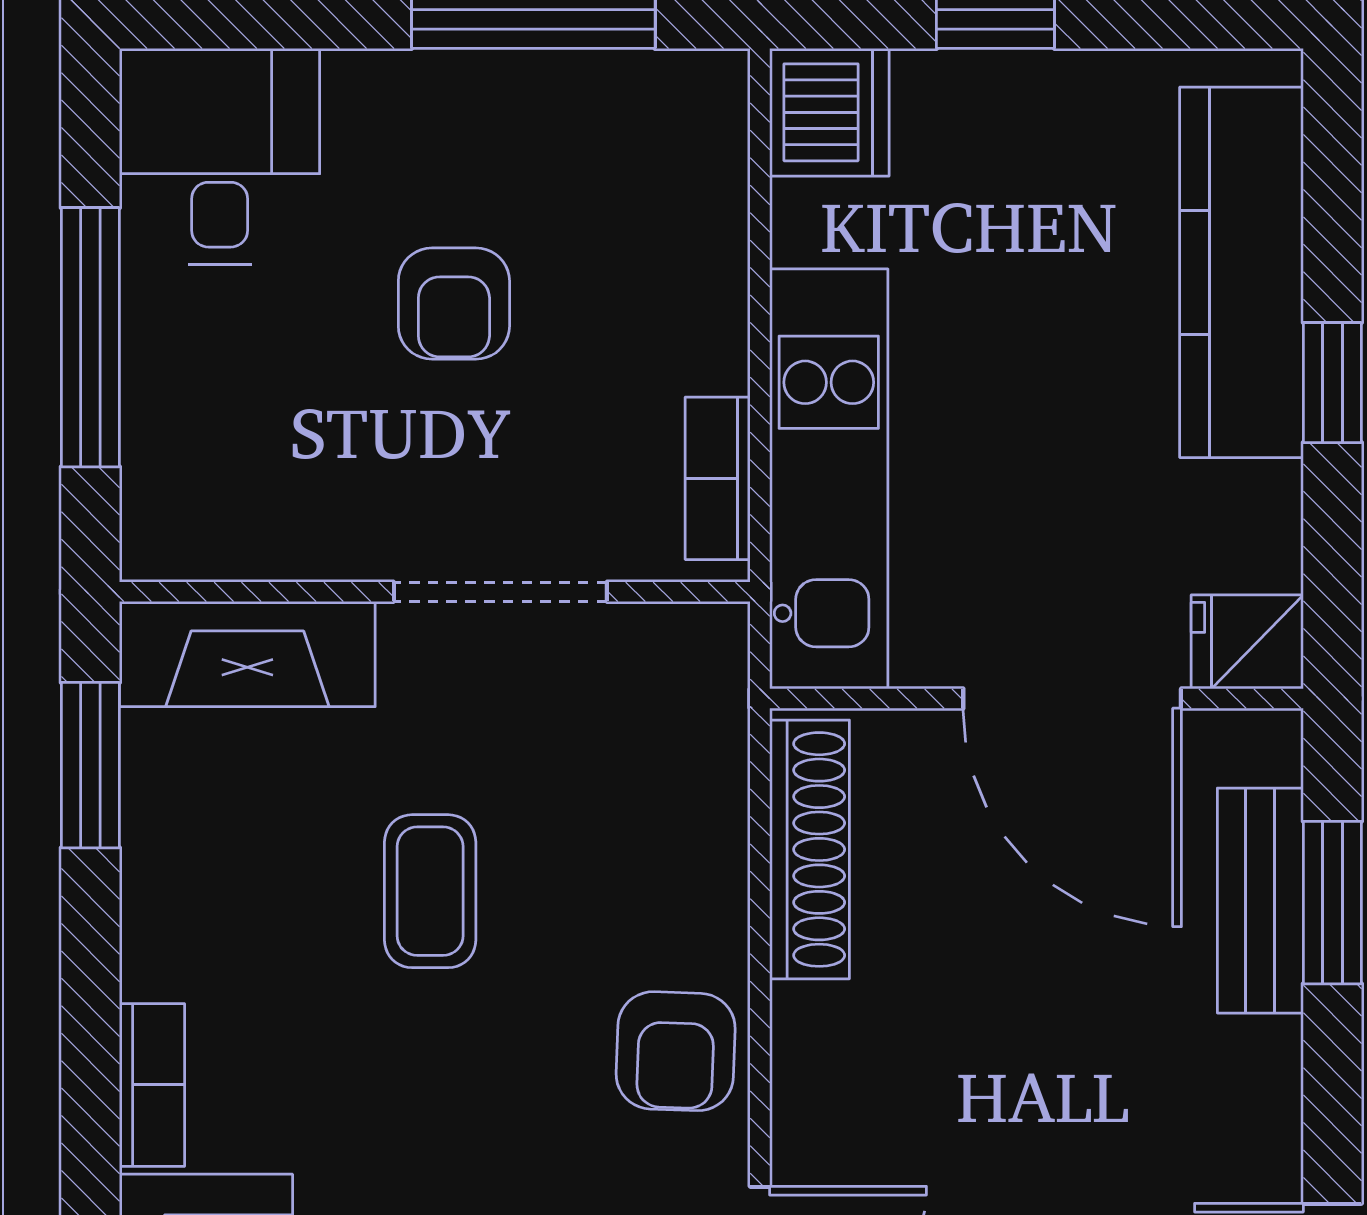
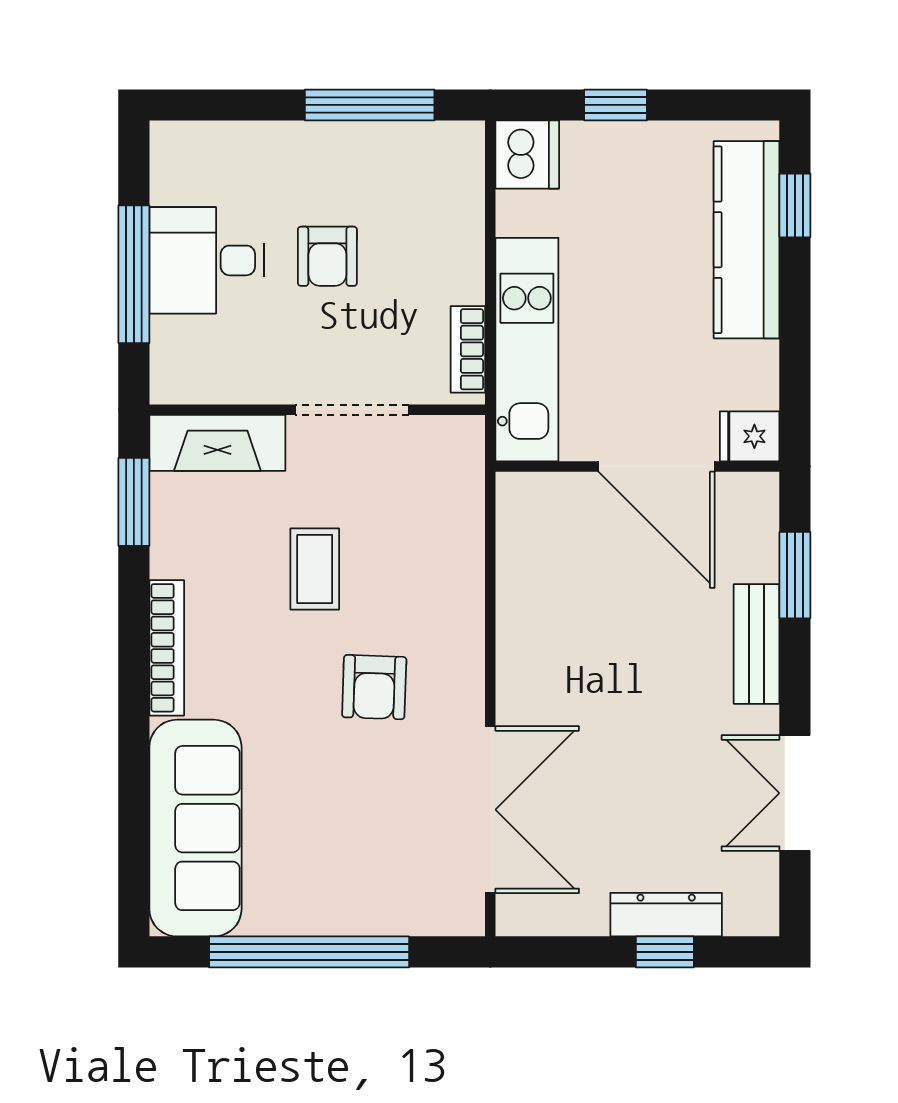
desk: (220, 156) -> (207, 260), moved, turned -90
window: (1332, 383) -> (795, 205), moved
shoe rack: (810, 849) -> (517, 547), removed
bench: (1260, 901) -> (757, 644), moved
armchair: (676, 1051) -> (374, 687), moved
bookcase: (152, 1085) -> (167, 648), width x1.56

